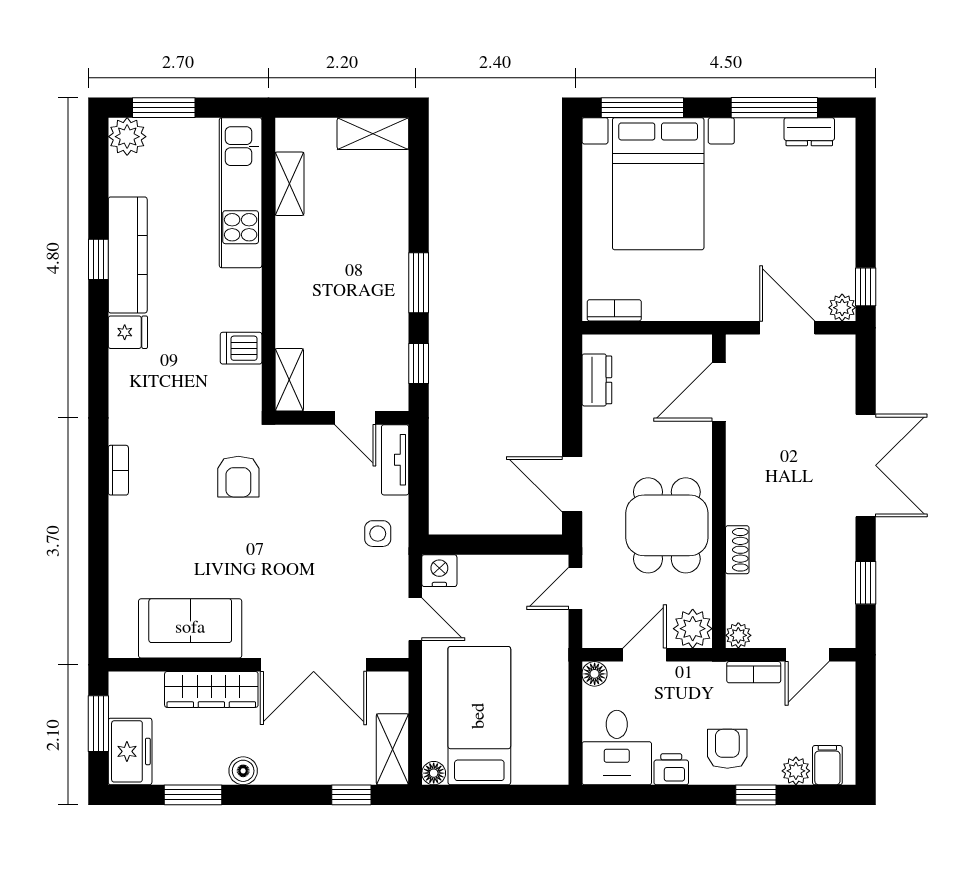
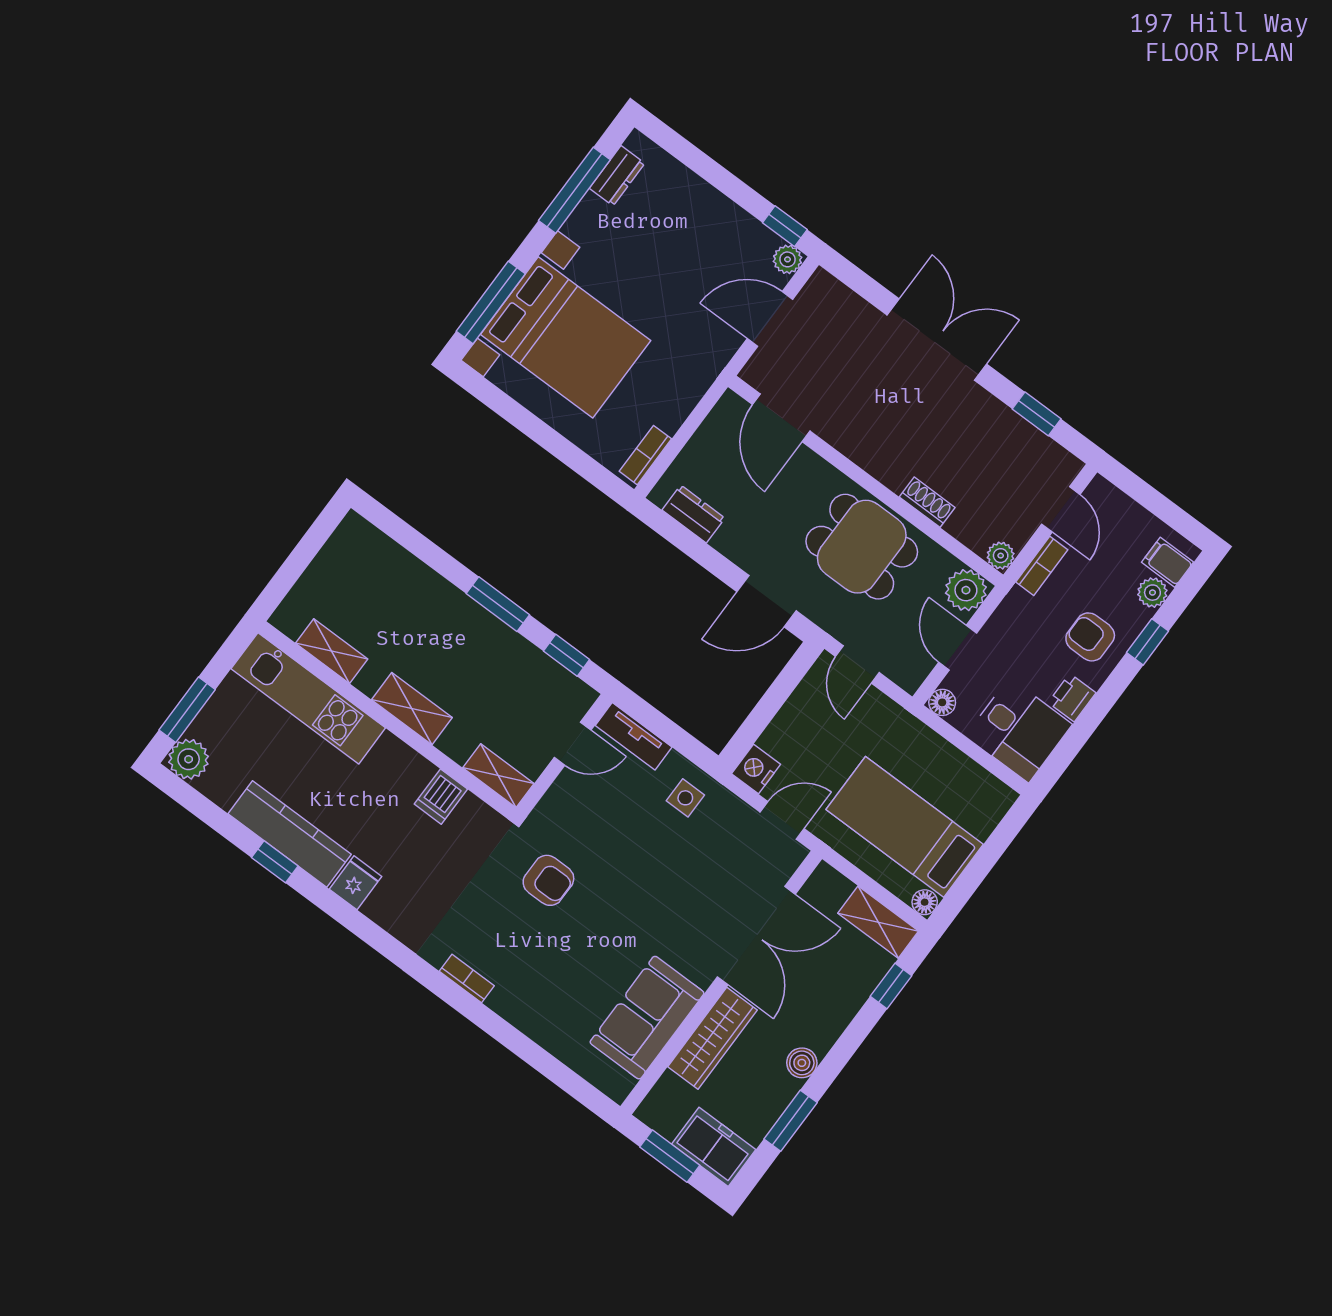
shelving: (373, 134) -> (412, 709), moved, turned 90

